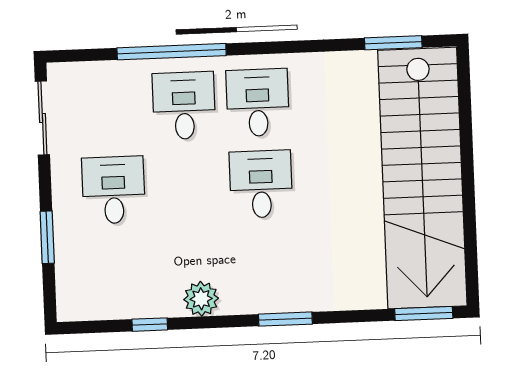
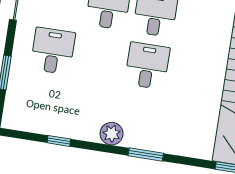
plant: (201, 299) -> (112, 134), moved

